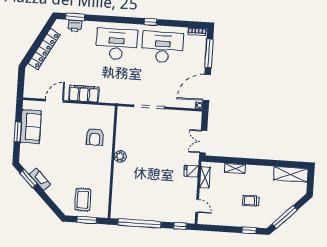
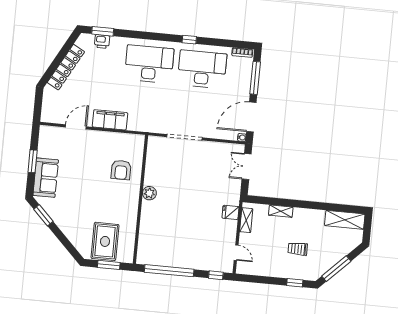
sofa: (31, 127) -> (46, 178), moved
double door: (203, 142) -> (247, 166), moved
fireplace: (40, 179) -> (56, 217), removed
rug: (83, 200) -> (105, 241), width x1.36, depth x1.43

